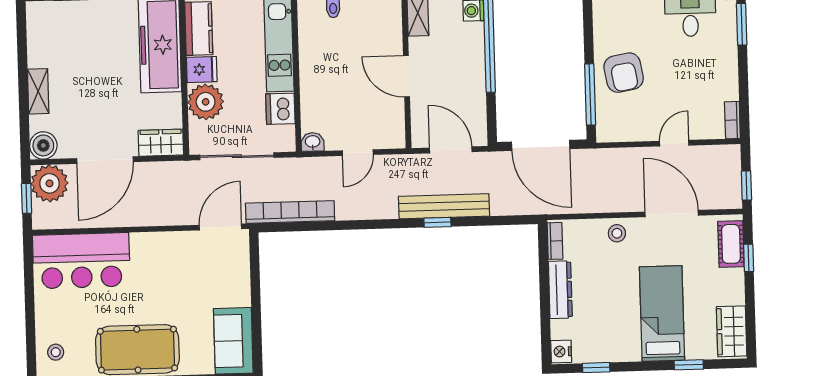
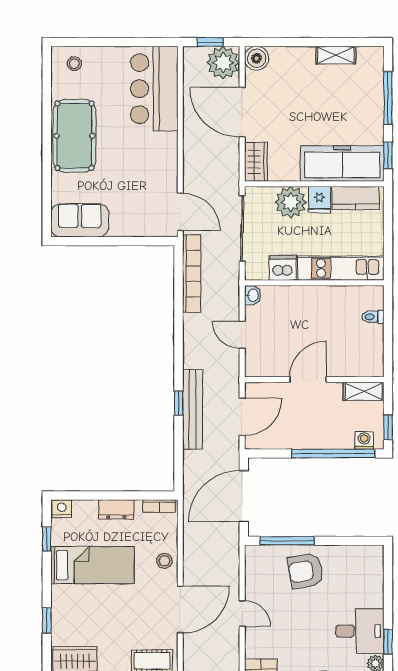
shelving: (38, 91) -> (336, 55), moved
dresser: (560, 290) -> (116, 509), width x0.70
bed: (662, 314) -> (92, 565), moved

